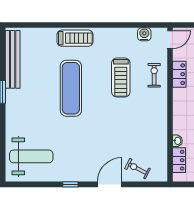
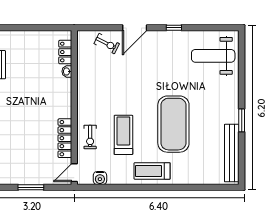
treadmill: (75, 38) -> (152, 171), moved
locker: (179, 74) -> (65, 138), width x1.53
exercise mat: (71, 88) -> (173, 124), width x1.47

